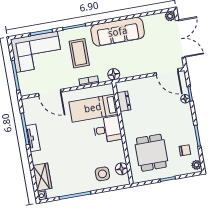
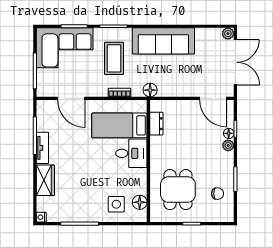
plant: (196, 165) -> (228, 145), moved
wardrobe: (42, 177) -> (45, 180), moved

